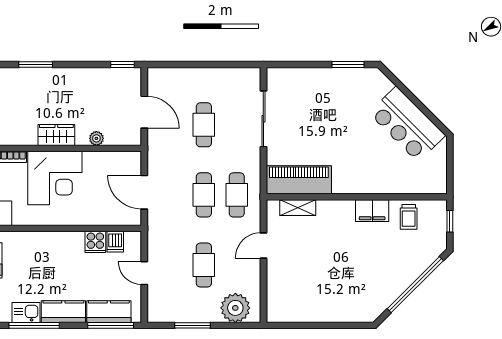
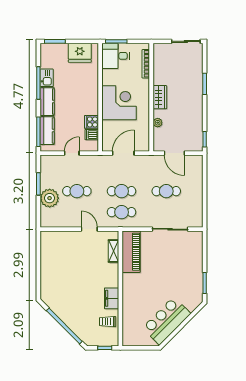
door: (144, 112) -> (174, 153), hinge flipped
corner desk: (55, 178) -> (119, 103), moved, turned 180
plant: (235, 308) -> (50, 198), moved

